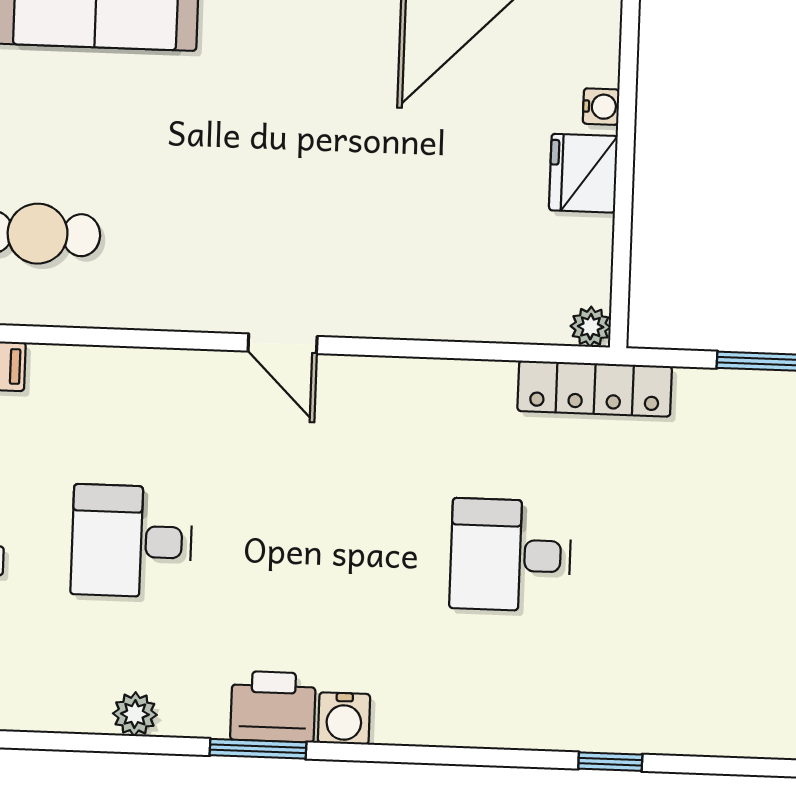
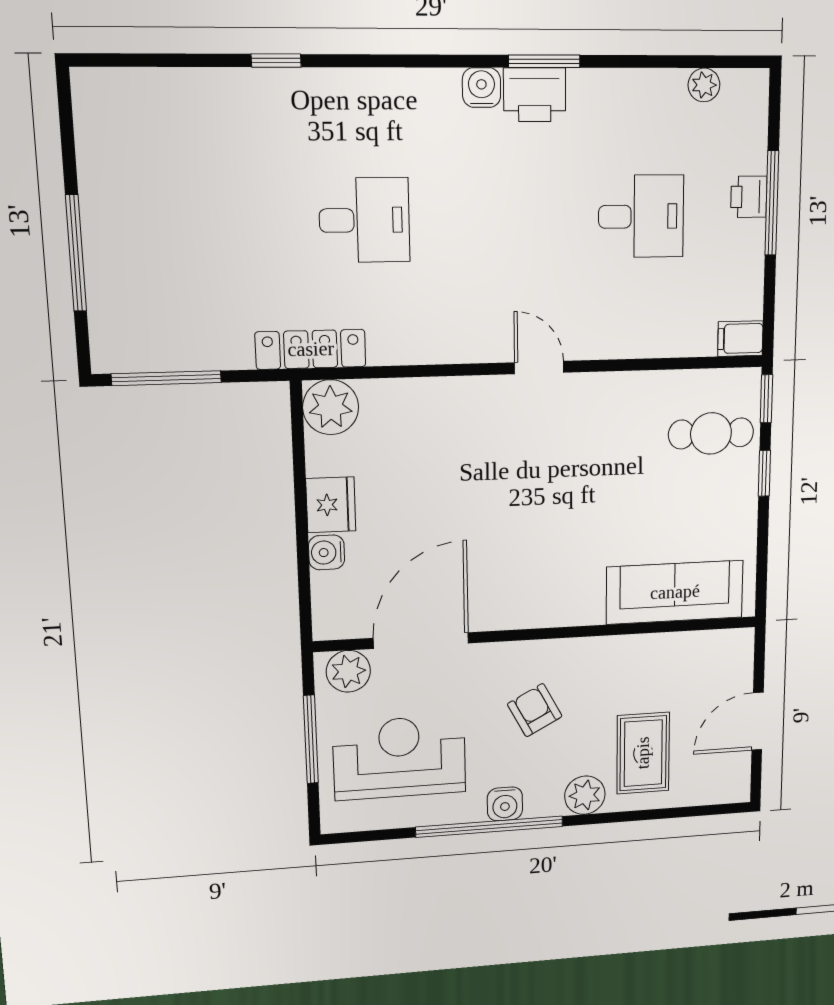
water cooler: (601, 107) -> (327, 552), width x1.38, depth x1.38
plant: (591, 327) -> (331, 407), width x1.87, depth x1.87
plant: (135, 714) -> (704, 85), moved

